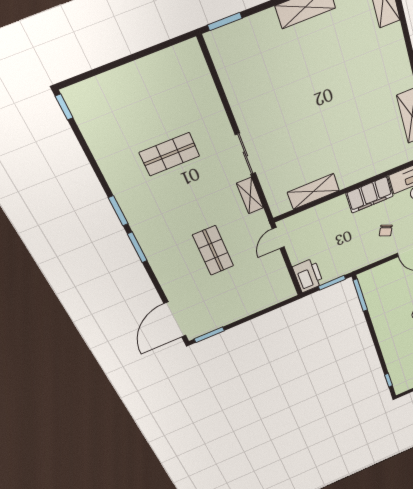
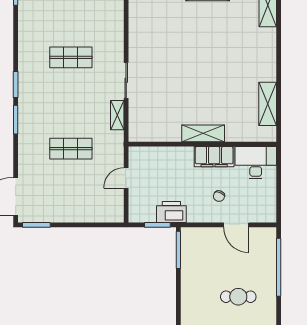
shelving: (313, 191) -> (203, 133), moved
door: (278, 238) -> (126, 178), moved
shop shelf: (213, 251) -> (71, 149), turned 90
printer: (308, 275) -> (171, 212), moved, turned -90

